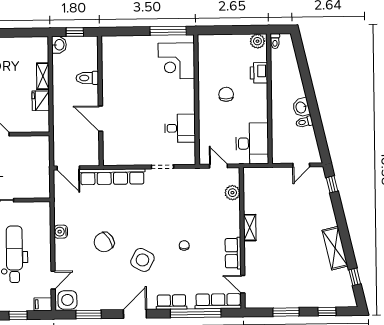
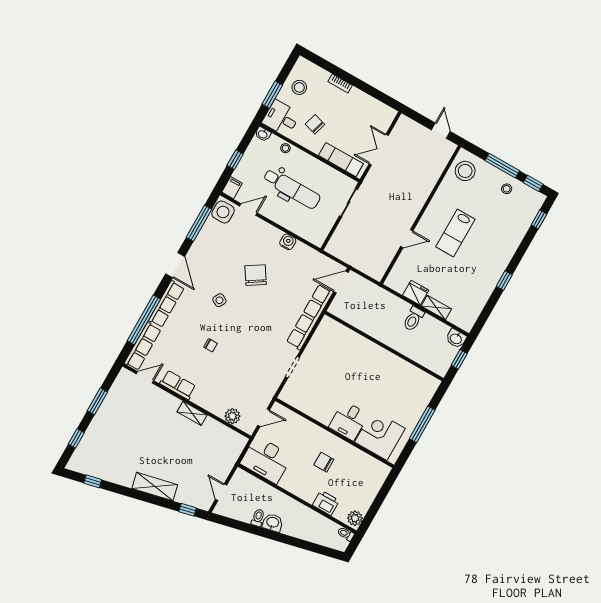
window: (168, 31) -> (422, 424), moved
toilet: (87, 78) -> (413, 319), moved, turned 180
chair: (226, 94) -> (324, 462), turned 180
door: (101, 119) -> (368, 337), removed
desk: (180, 128) -> (349, 421), moved
shelving: (335, 248) -> (155, 487), moved
side table: (142, 260) -> (219, 300), width x0.54, depth x0.54
door: (53, 280) -> (248, 209), swing flipped
row of seats: (171, 302) -> (166, 304), width x1.48
window: (89, 314) -> (199, 223), width x1.44

